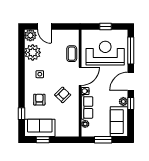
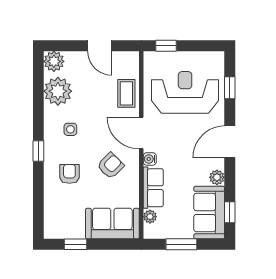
door: (44, 26) -> (100, 46), moved
window: (105, 26) -> (166, 46), moved
window: (131, 50) -> (230, 88), width x0.46
door: (80, 76) -> (141, 133), swing flipped
window: (131, 103) -> (230, 212), moved
window: (22, 114) -> (38, 151), moved
sofa: (40, 128) -> (112, 224), moved

